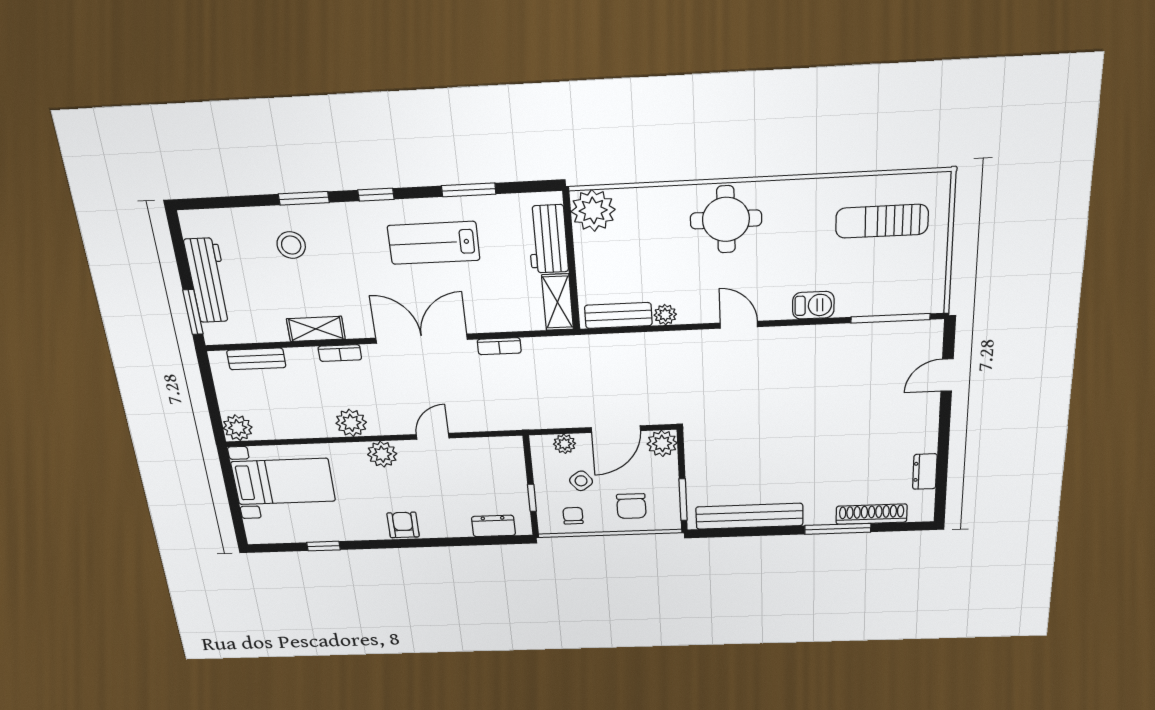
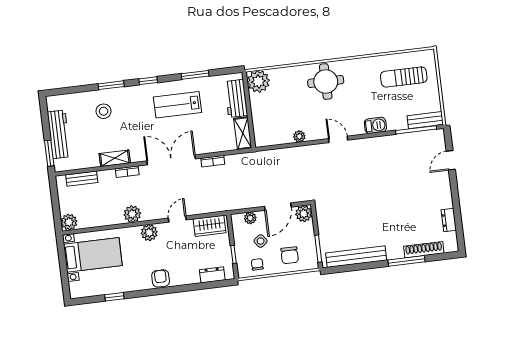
bench: (618, 315) -> (425, 120), moved
wardrobe: (490, 451) -> (209, 226), added

